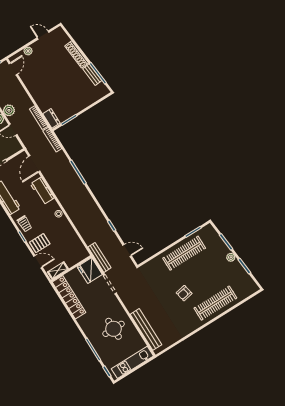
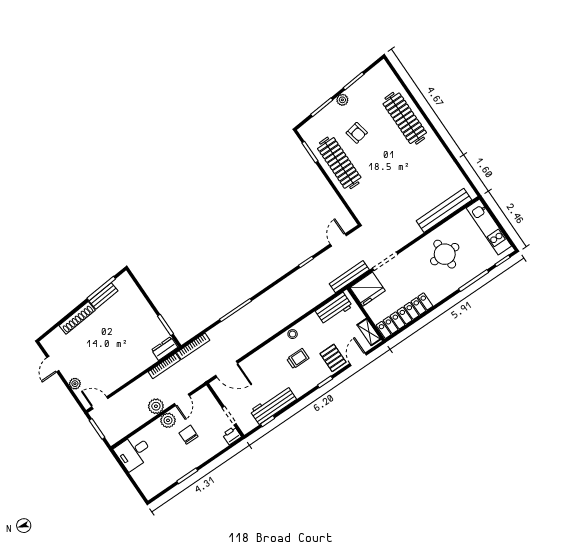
workbench: (42, 191) -> (334, 309), moved
trolley: (25, 224) -> (298, 359), moved
armchair: (184, 293) -> (357, 133), moved

